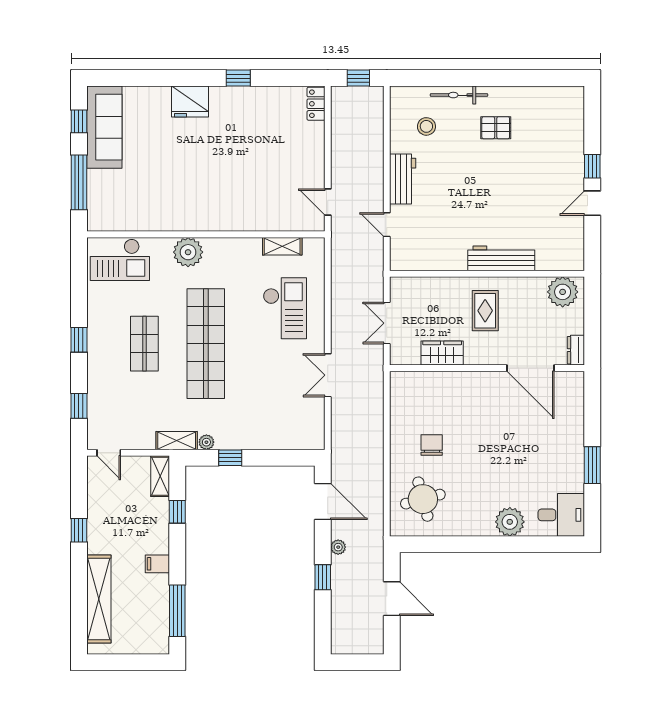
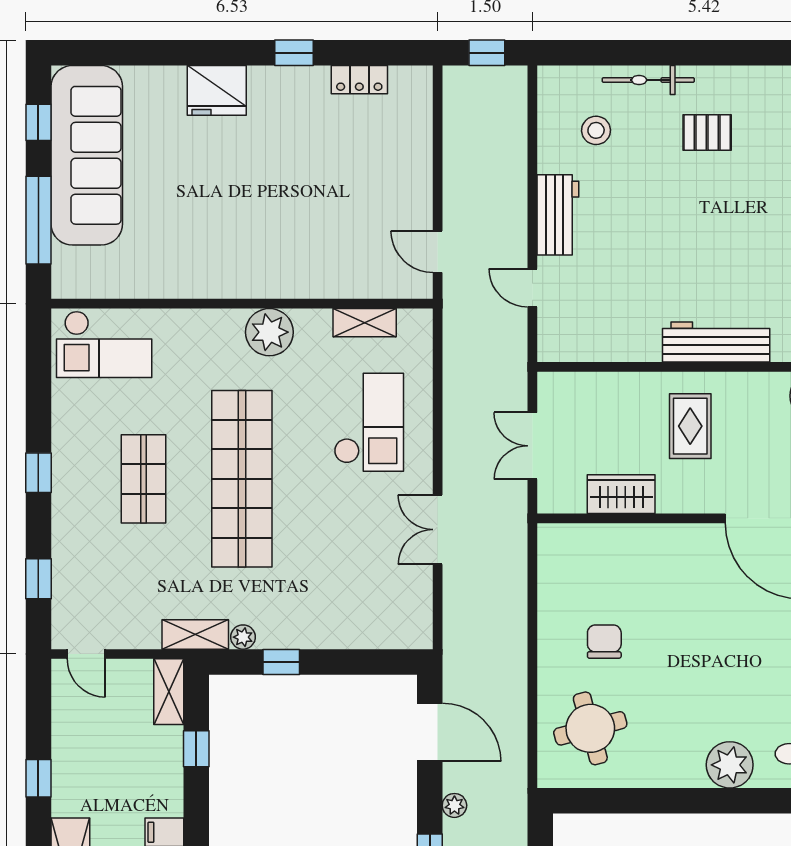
locker: (316, 104) -> (359, 80), moved, turned -90
sofa: (104, 127) -> (87, 155), width x1.36, depth x1.27
plant: (188, 252) -> (269, 332), moved

